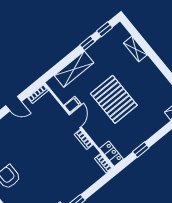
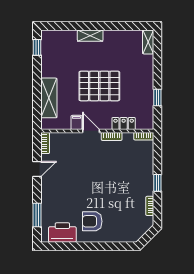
window: (87, 43) -> (37, 70), removed
shelving: (135, 49) -> (90, 36), moved
locker: (111, 154) -> (124, 124), moved

